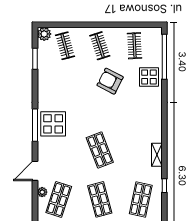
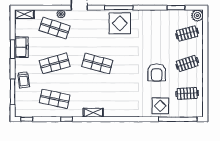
armchair: (110, 81) -> (157, 72), turned 153
shop shelf: (100, 150) -> (97, 63), turned 36

